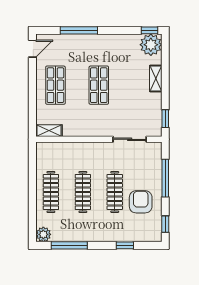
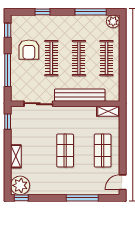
bench: (82, 149) -> (80, 95), added

